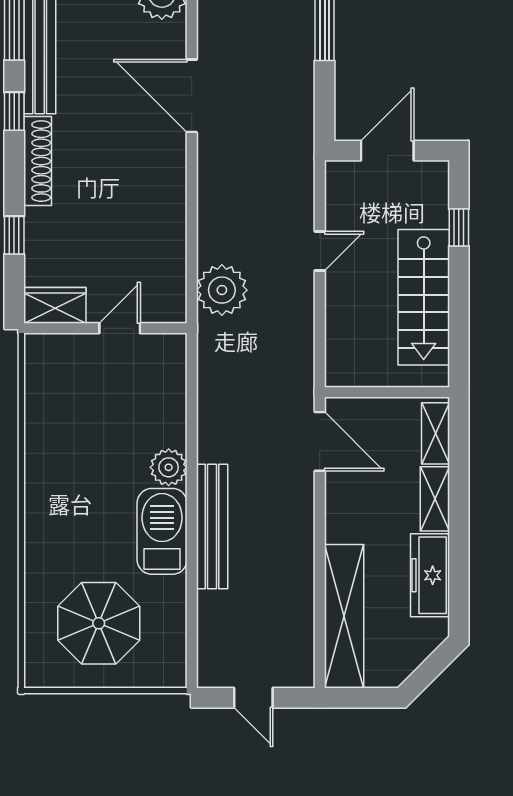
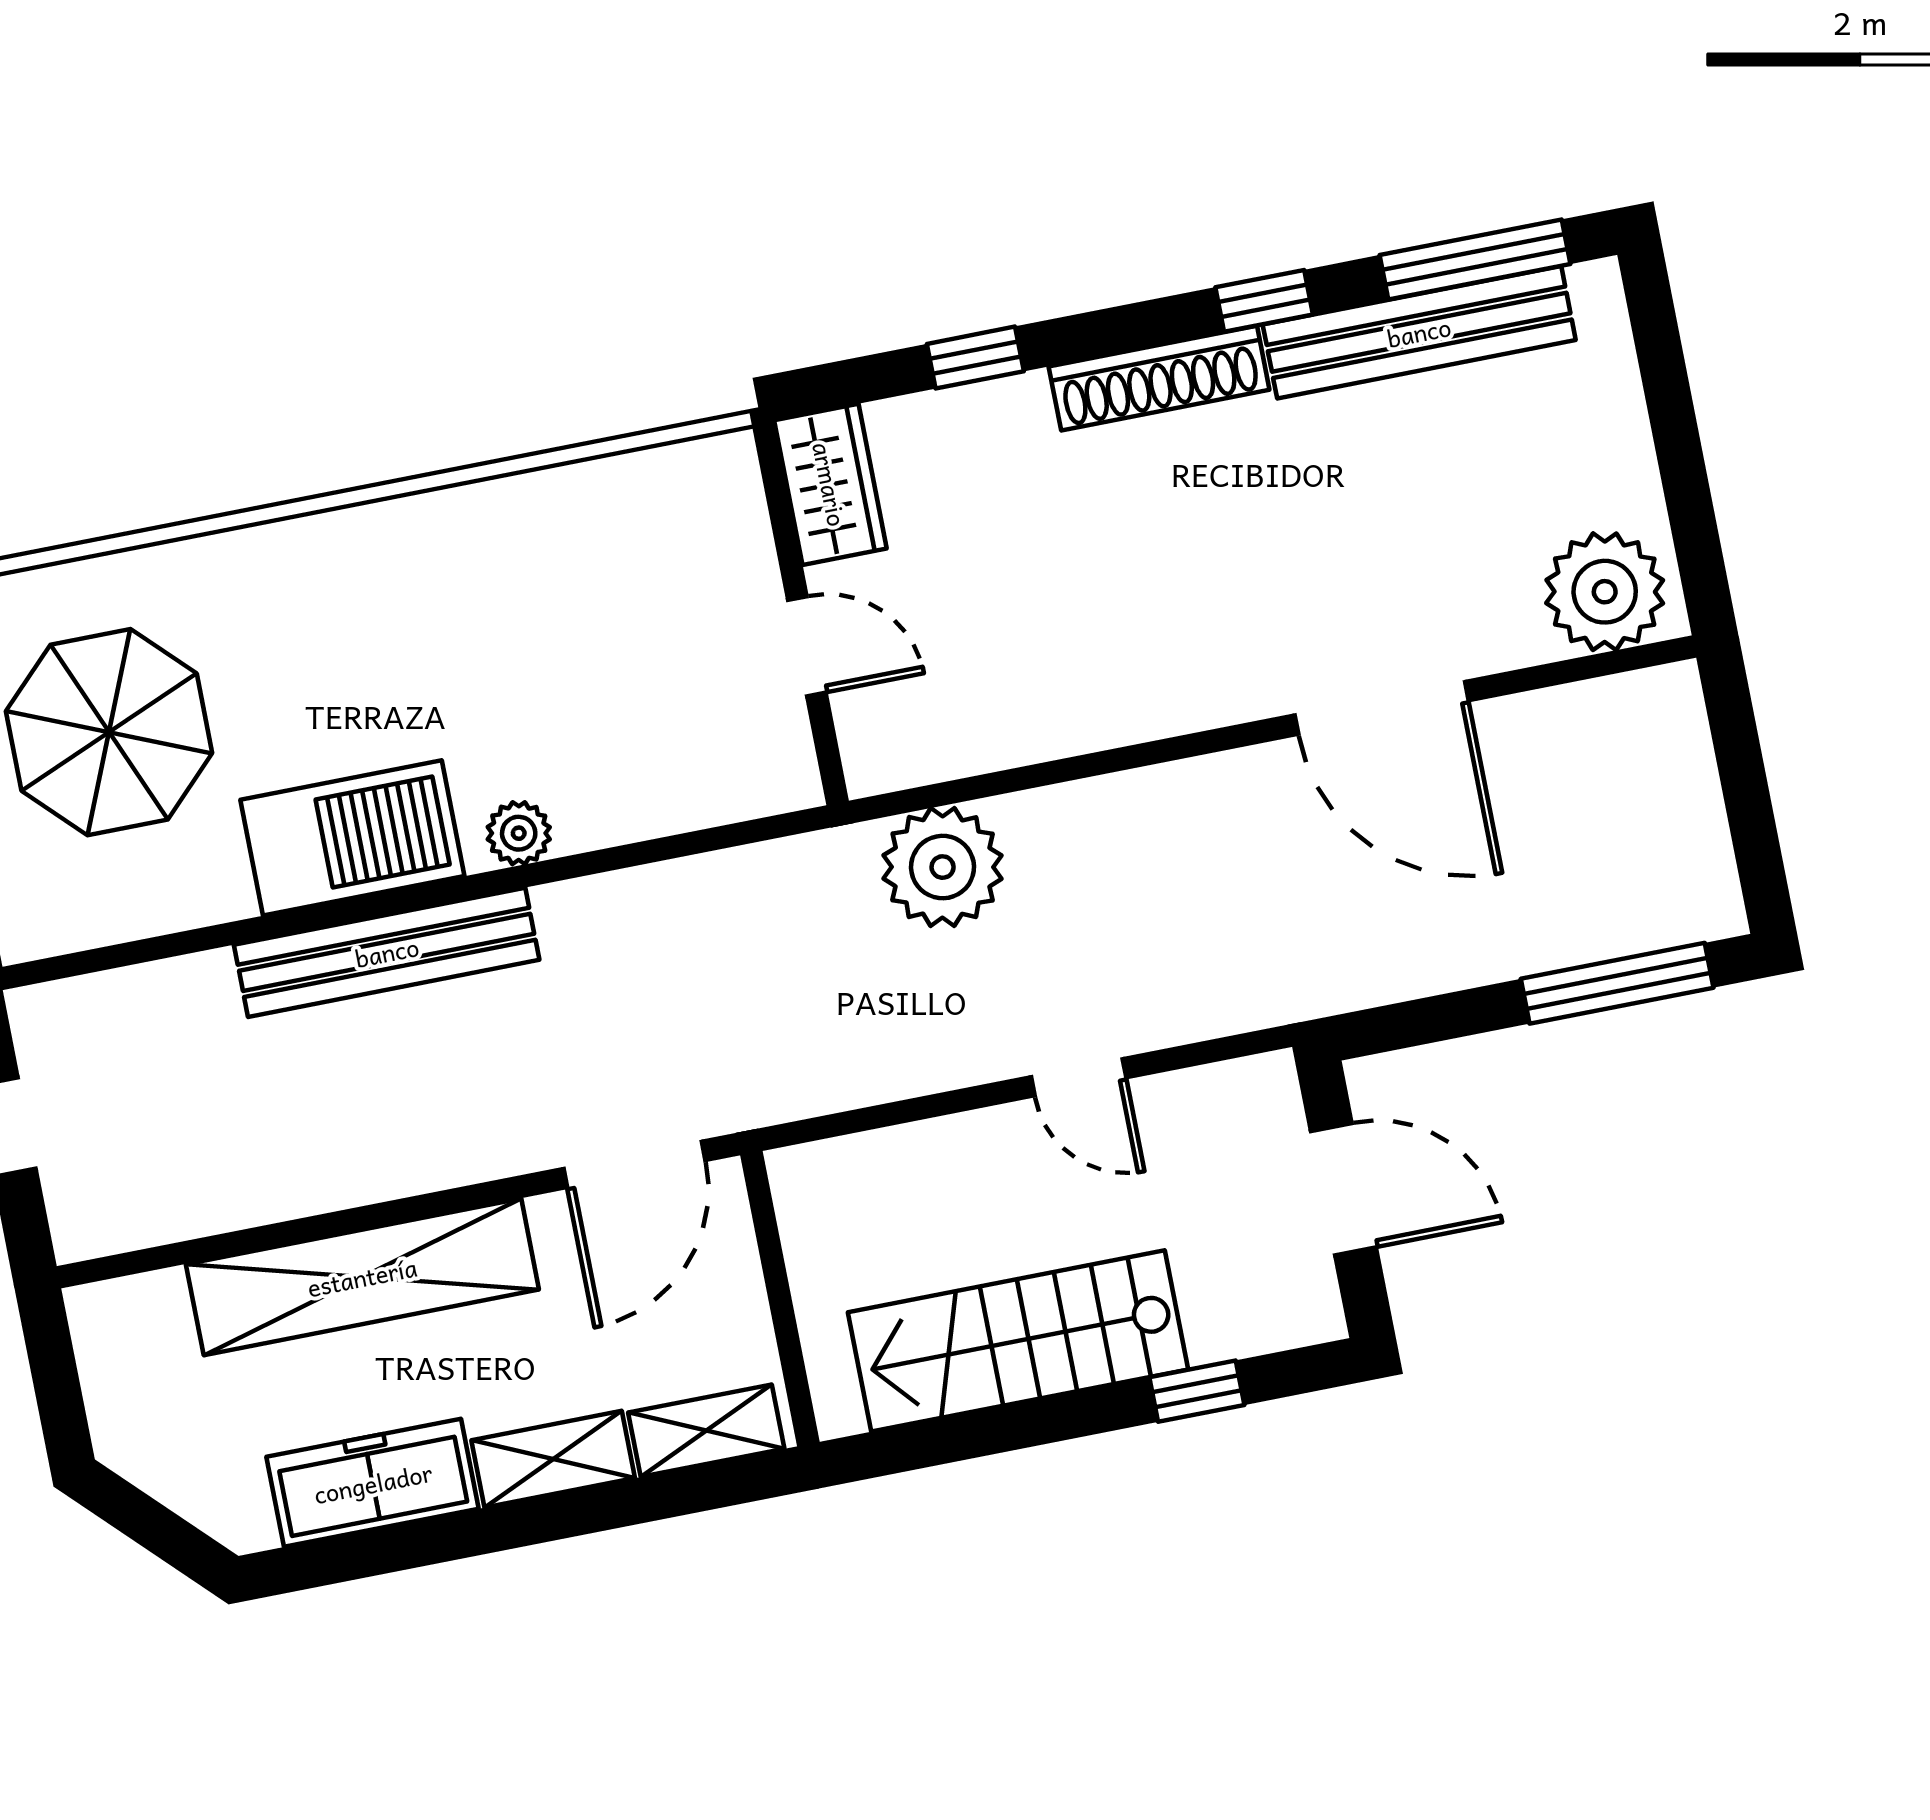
door: (192, 96) -> (1382, 708), swing flipped
plant: (169, 467) -> (519, 833), width x0.73, depth x0.73
shelving: (344, 616) -> (362, 1277), moved

